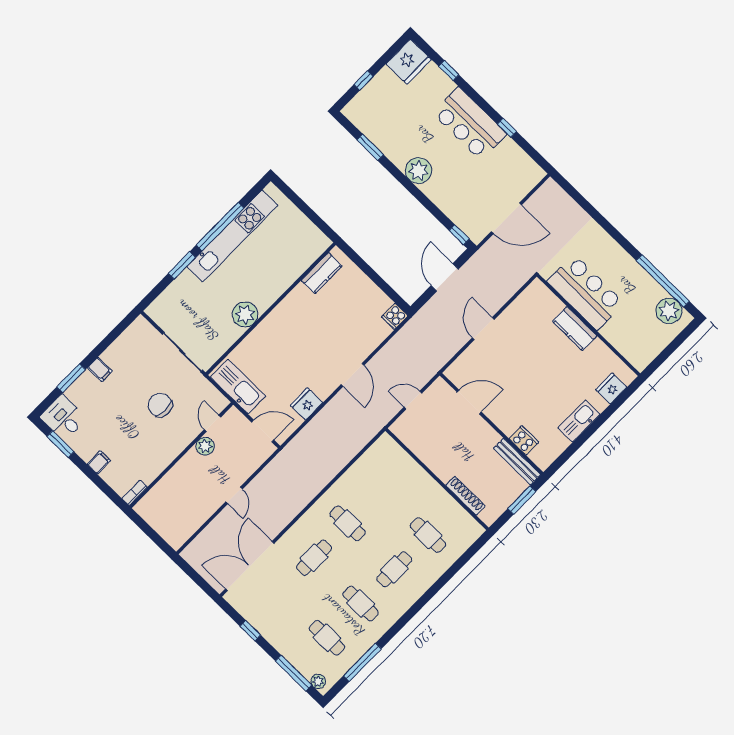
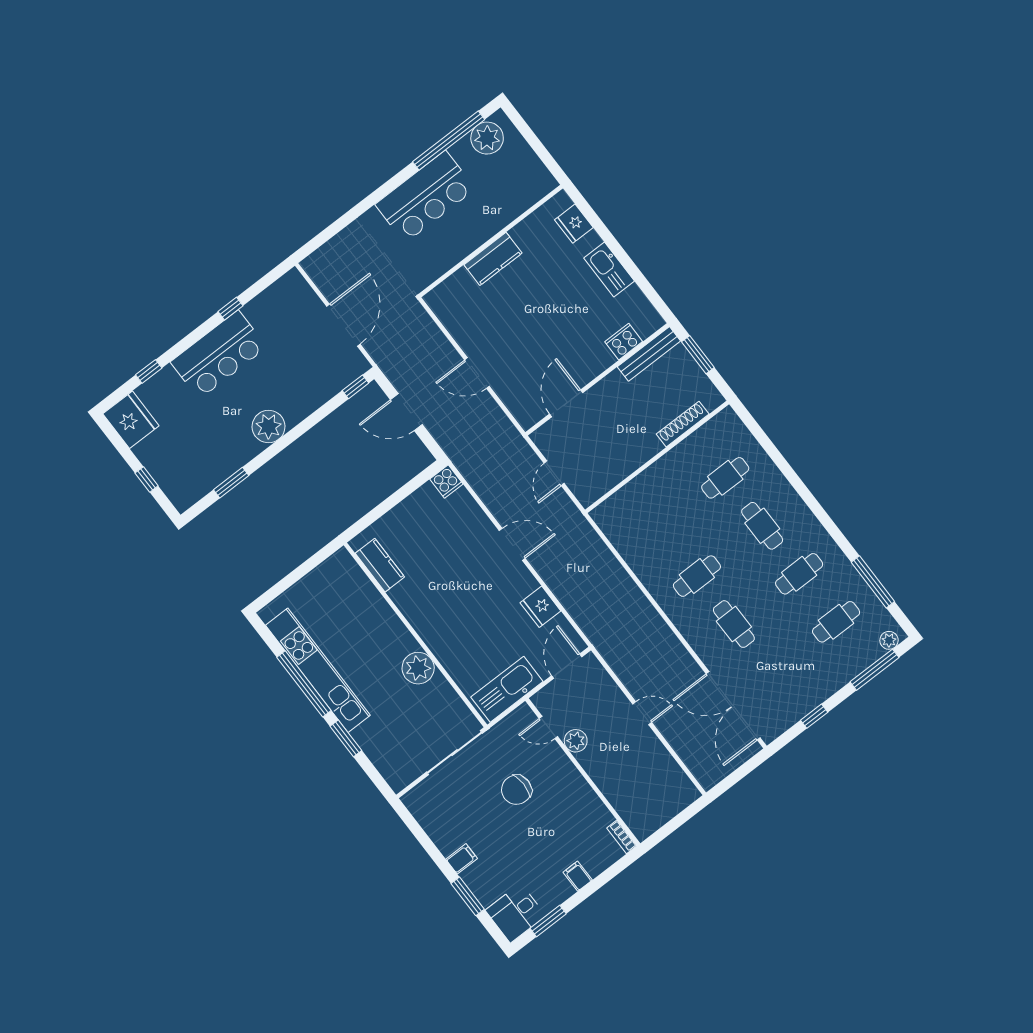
bar counter: (586, 292) -> (425, 197), moved, turned 180

